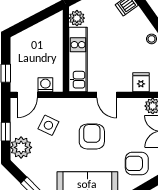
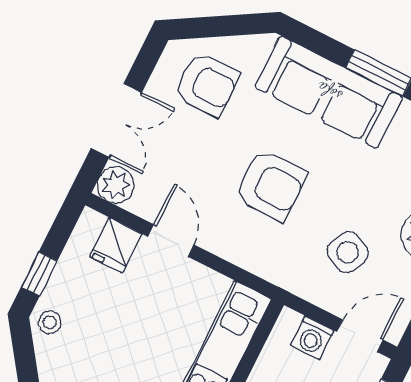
door: (107, 95) -> (171, 241), moved
armchair: (92, 136) -> (271, 185), turned -90

